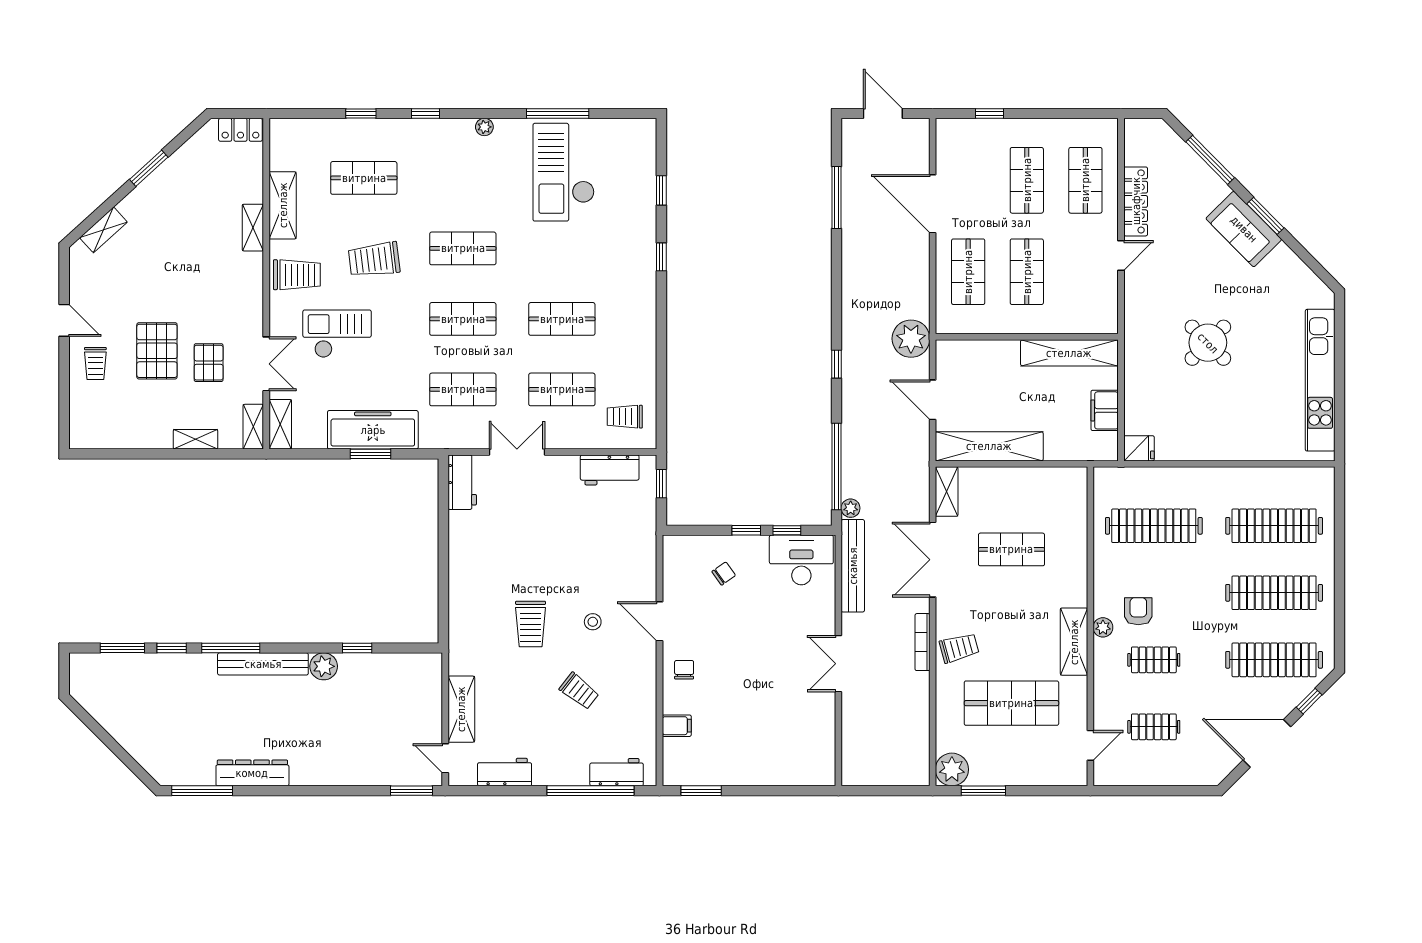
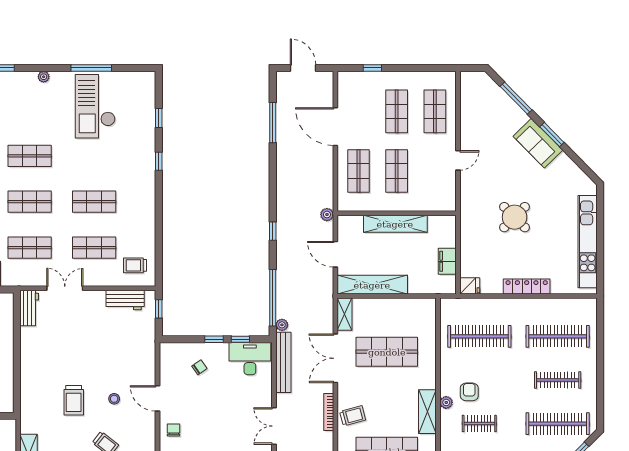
locker: (1136, 201) -> (527, 286), moved, turned -90
plant: (911, 339) -> (327, 215), width x0.53, depth x0.53
shelving: (1069, 353) -> (395, 224), moved
shop shelf: (1011, 549) -> (387, 352), width x1.43, depth x1.36
clothes rail: (1274, 593) -> (558, 380), width x0.73, depth x0.76

